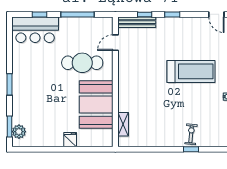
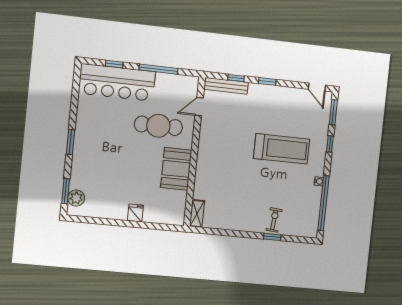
bar counter: (35, 30) -> (117, 82), width x1.36
booth: (96, 105) -> (176, 169), width x0.73, depth x0.70
shelving: (123, 124) -> (197, 214), moved

